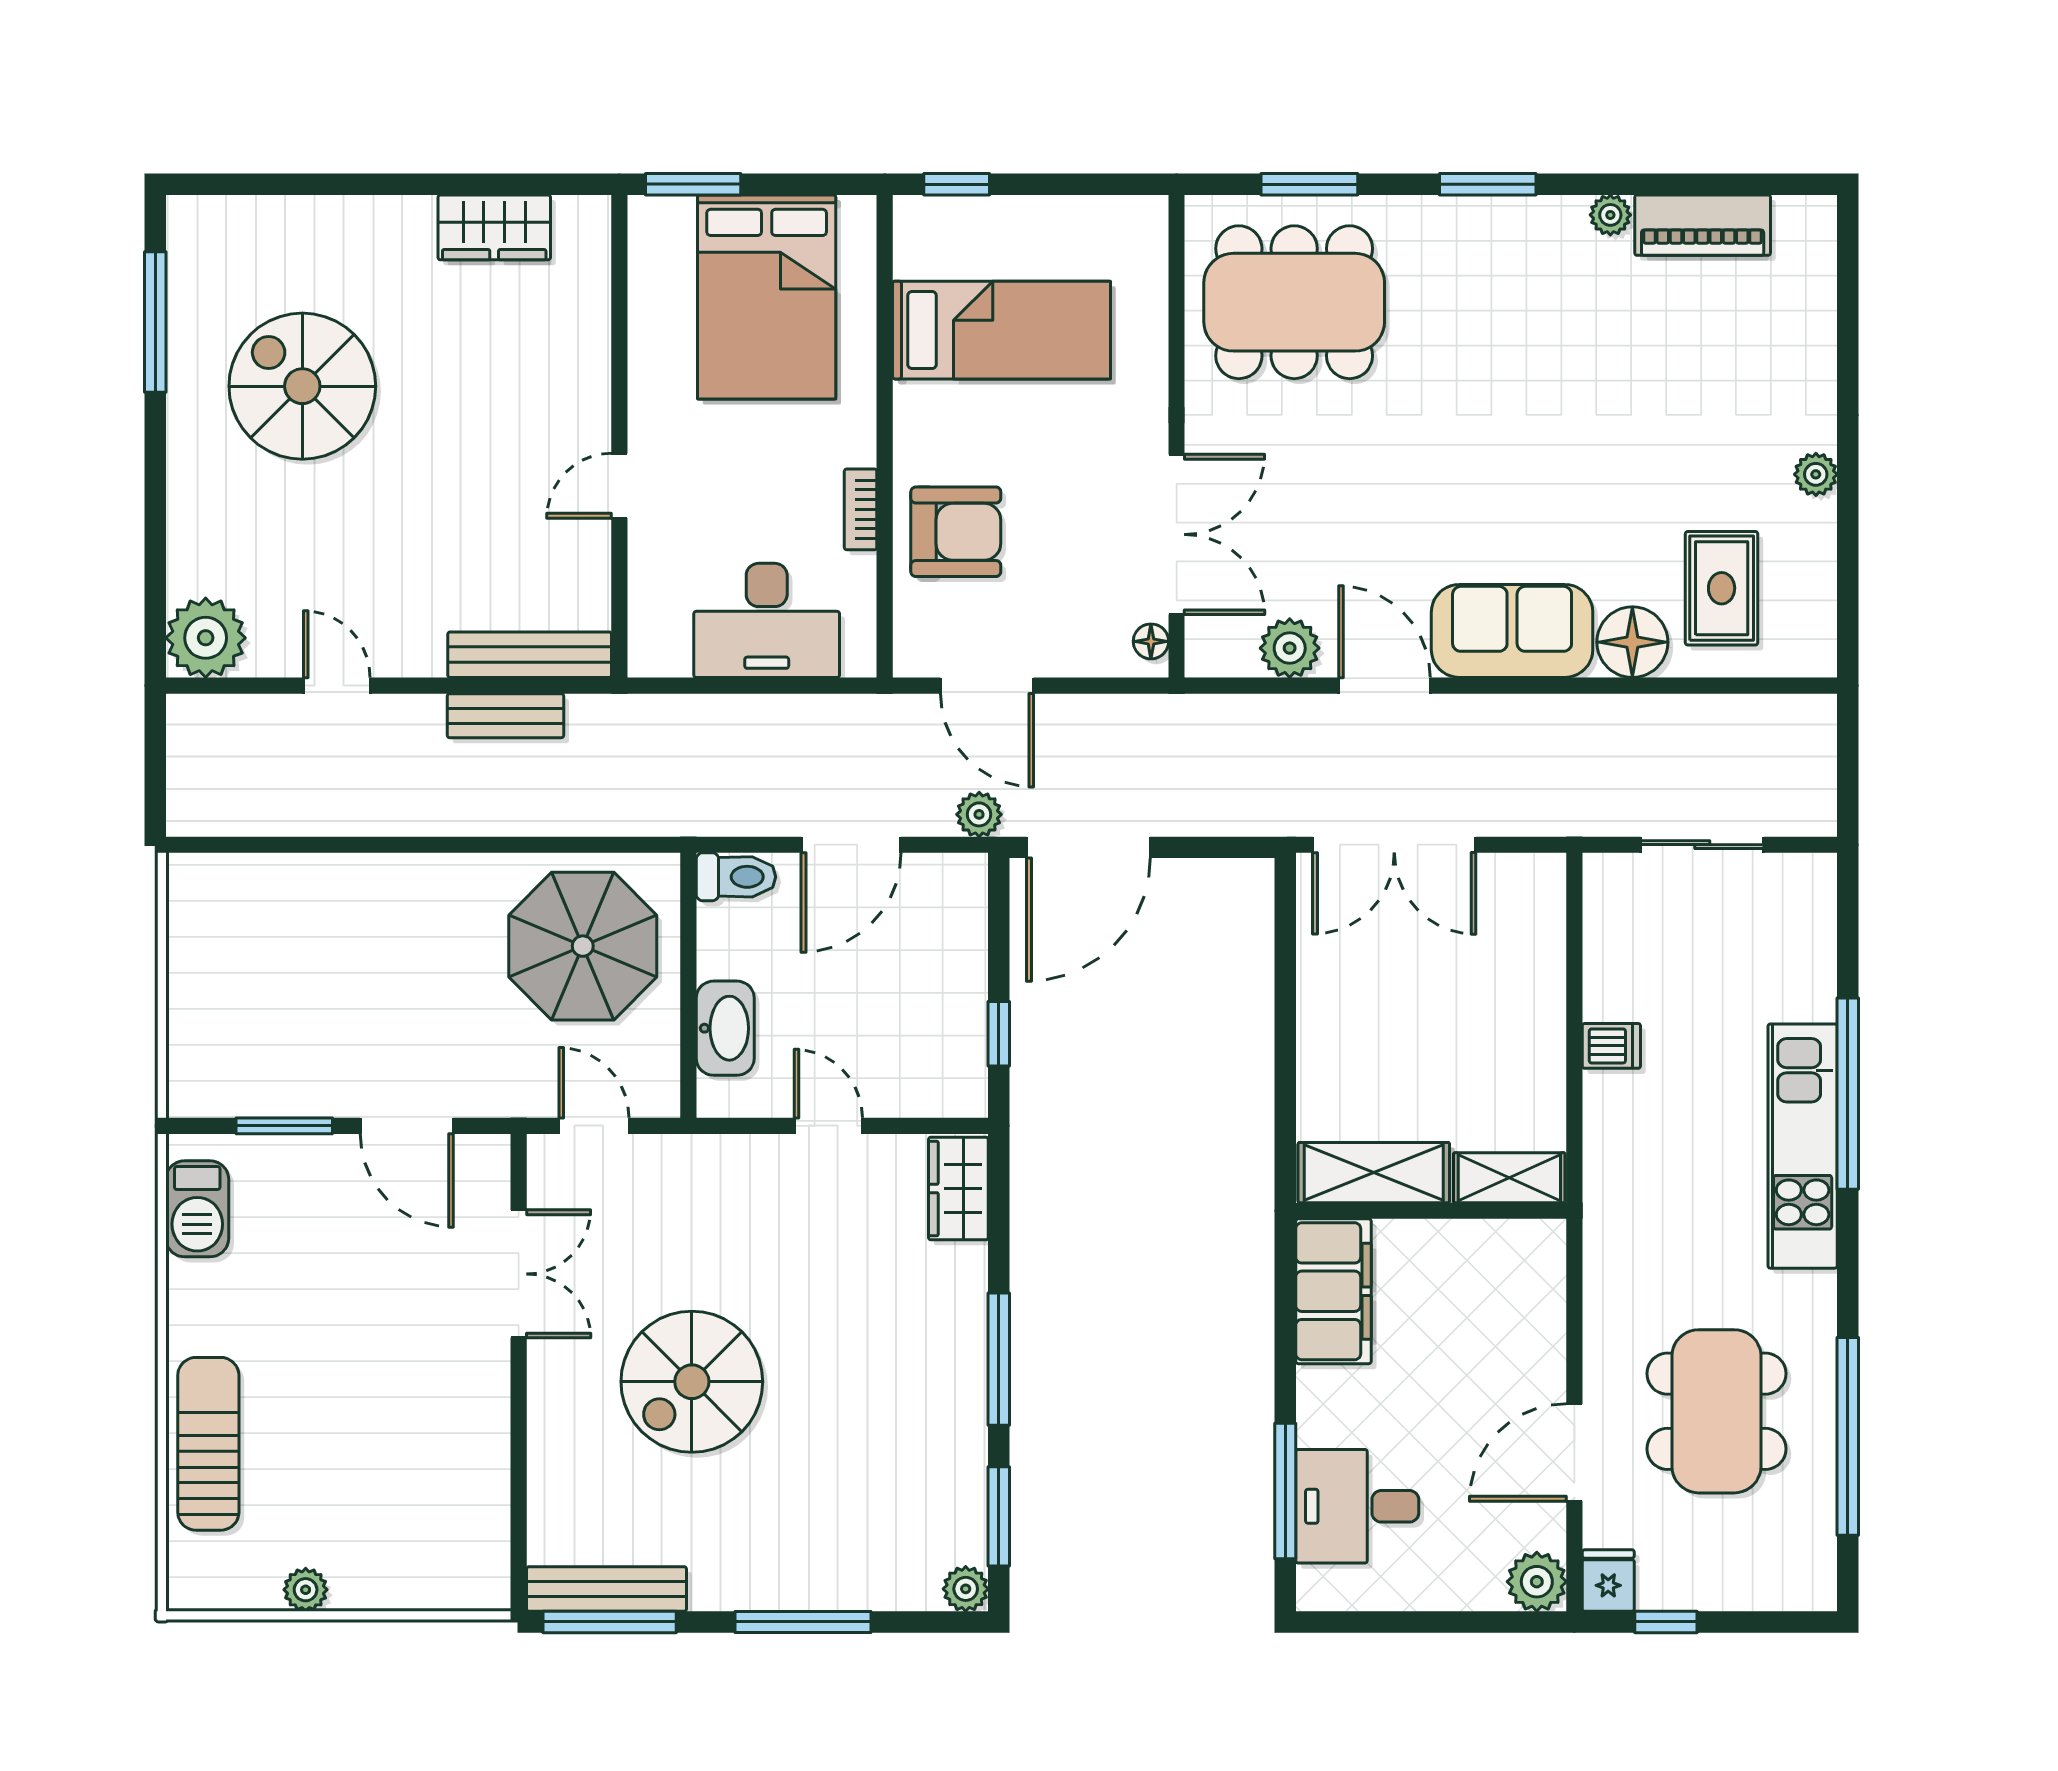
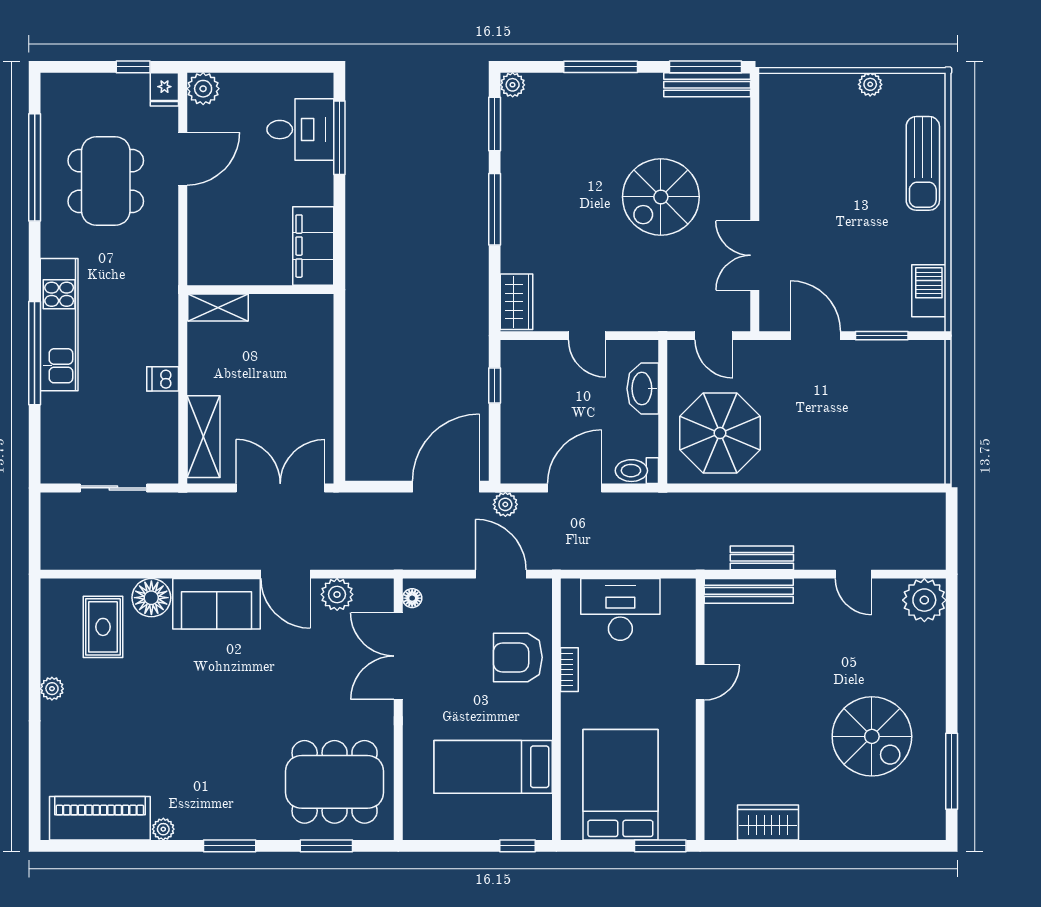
piano: (1703, 225) -> (100, 818), width x1.37, depth x1.33
shelving: (1374, 1173) -> (203, 437), moved, turned 90
spiral stairs: (692, 1382) -> (661, 197), turned 180

